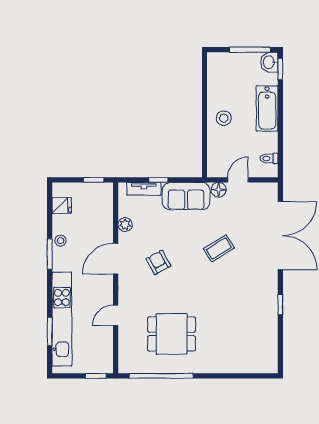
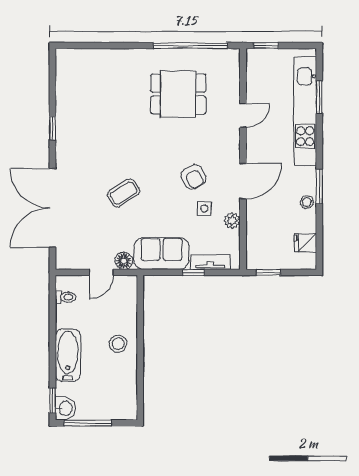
side table: (149, 235) -> (204, 209), added

